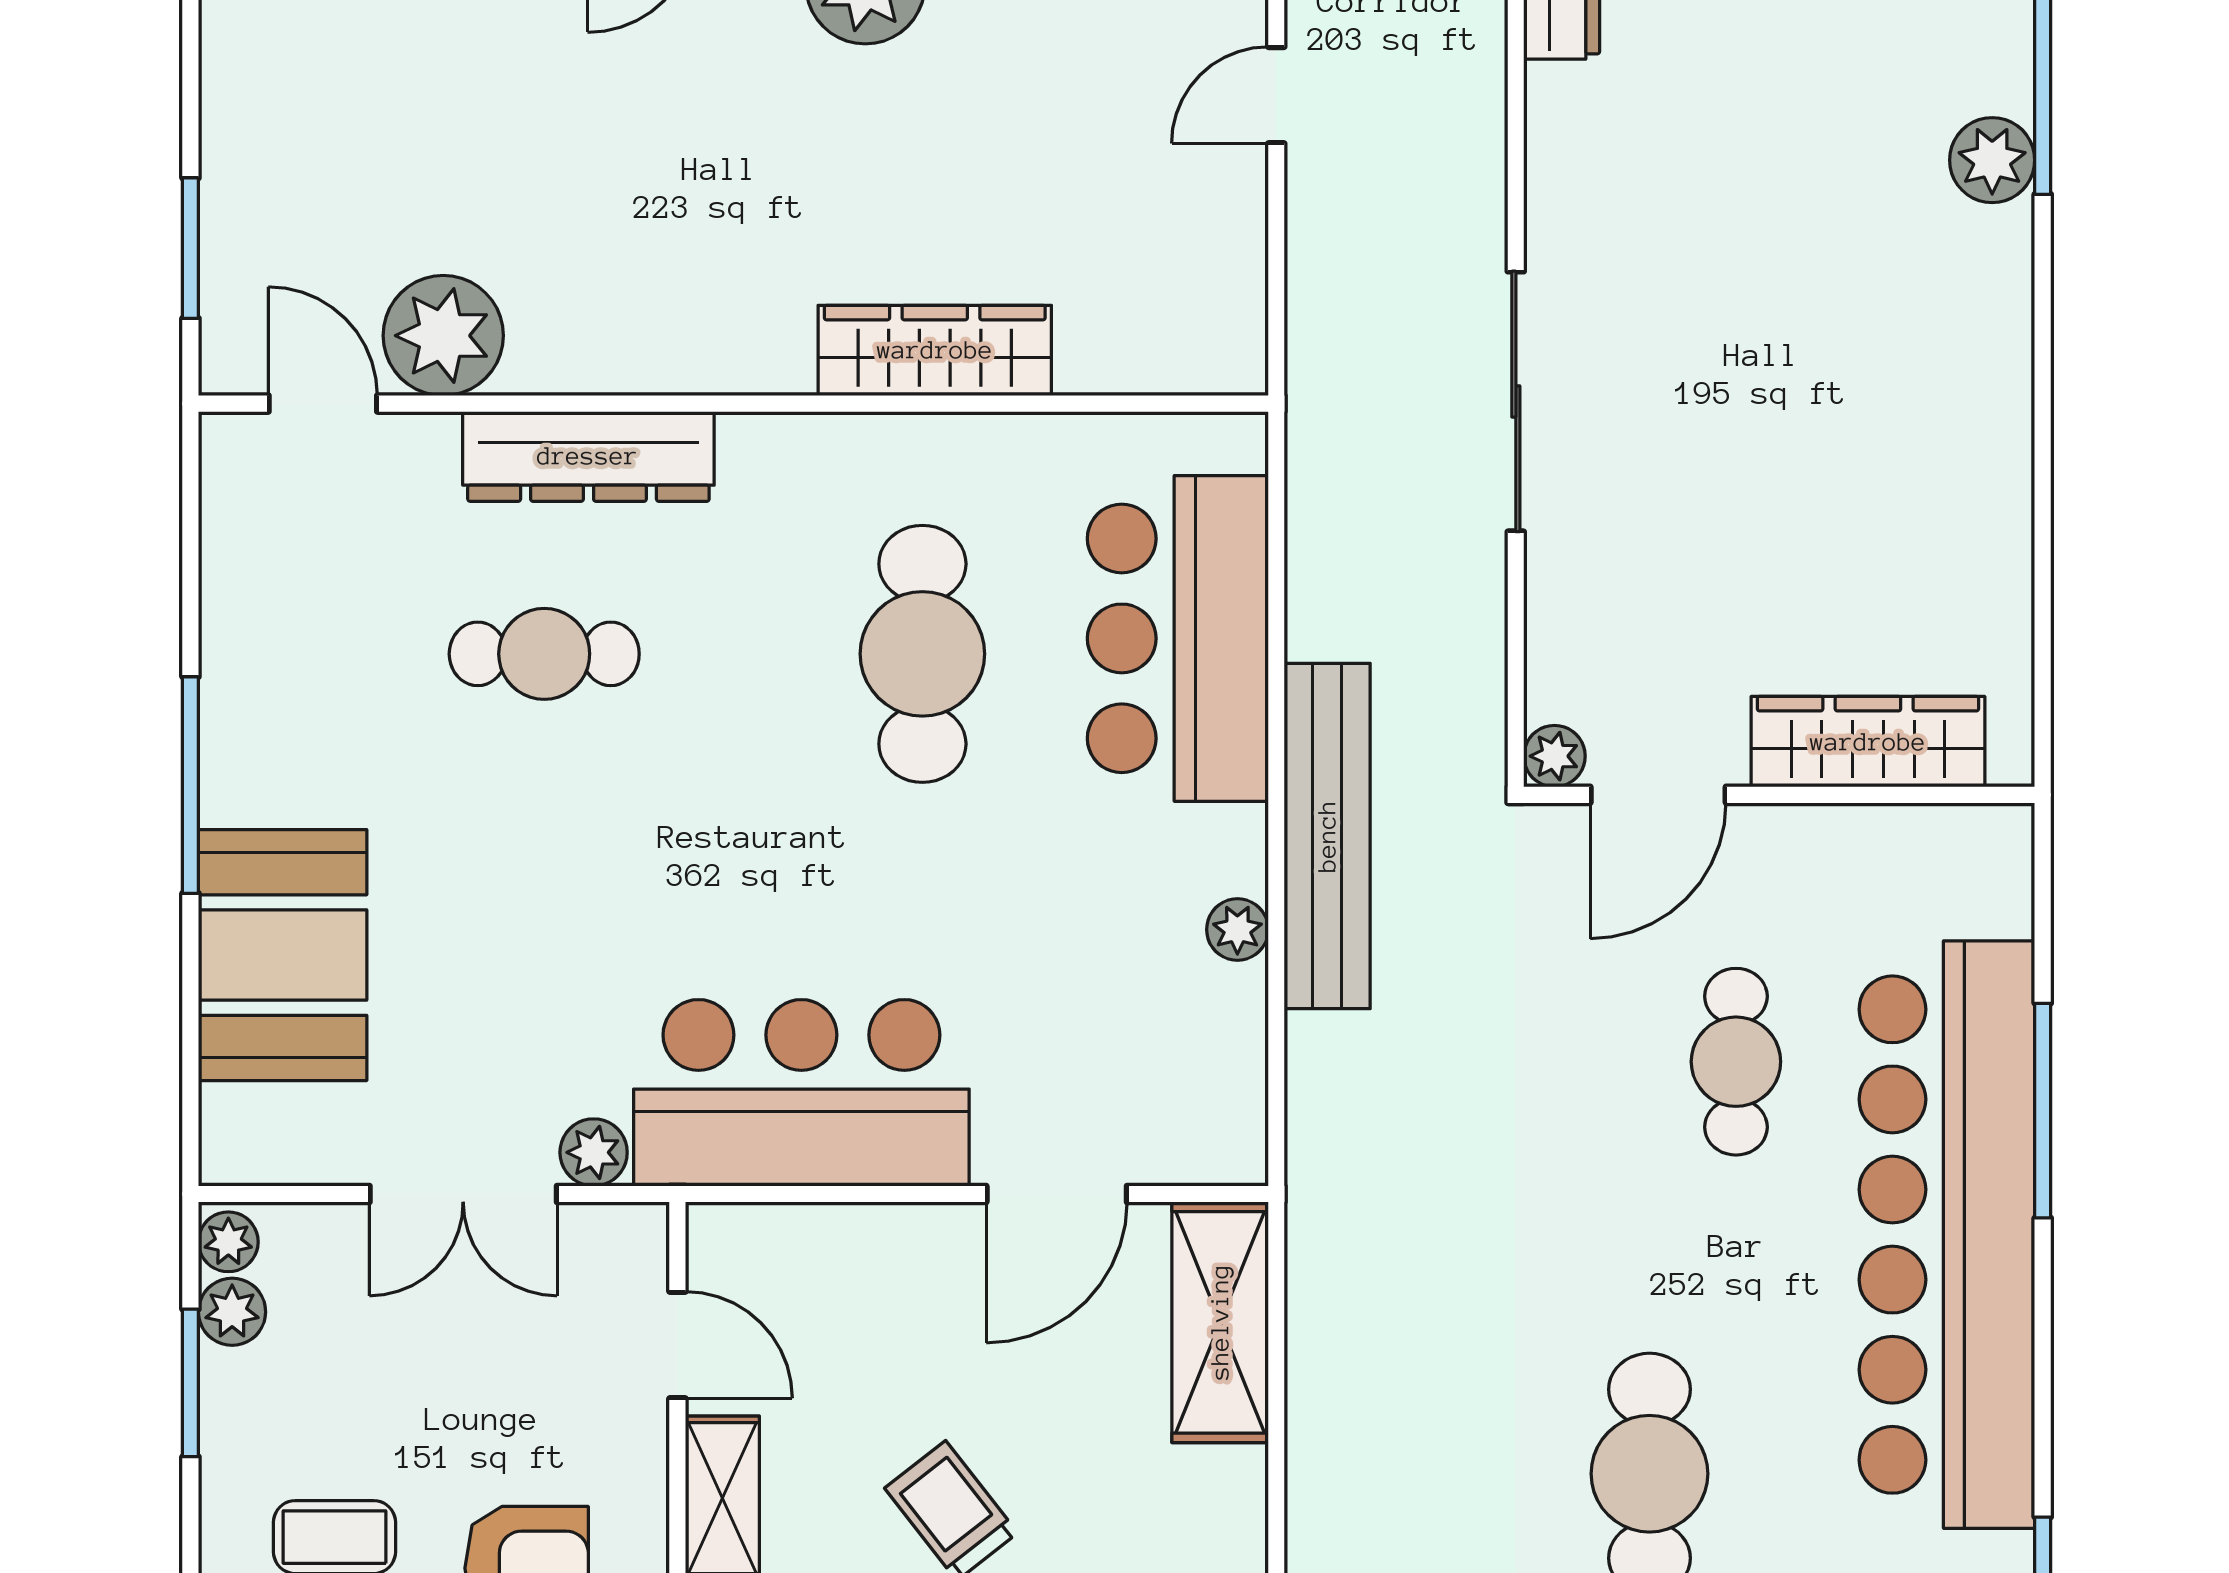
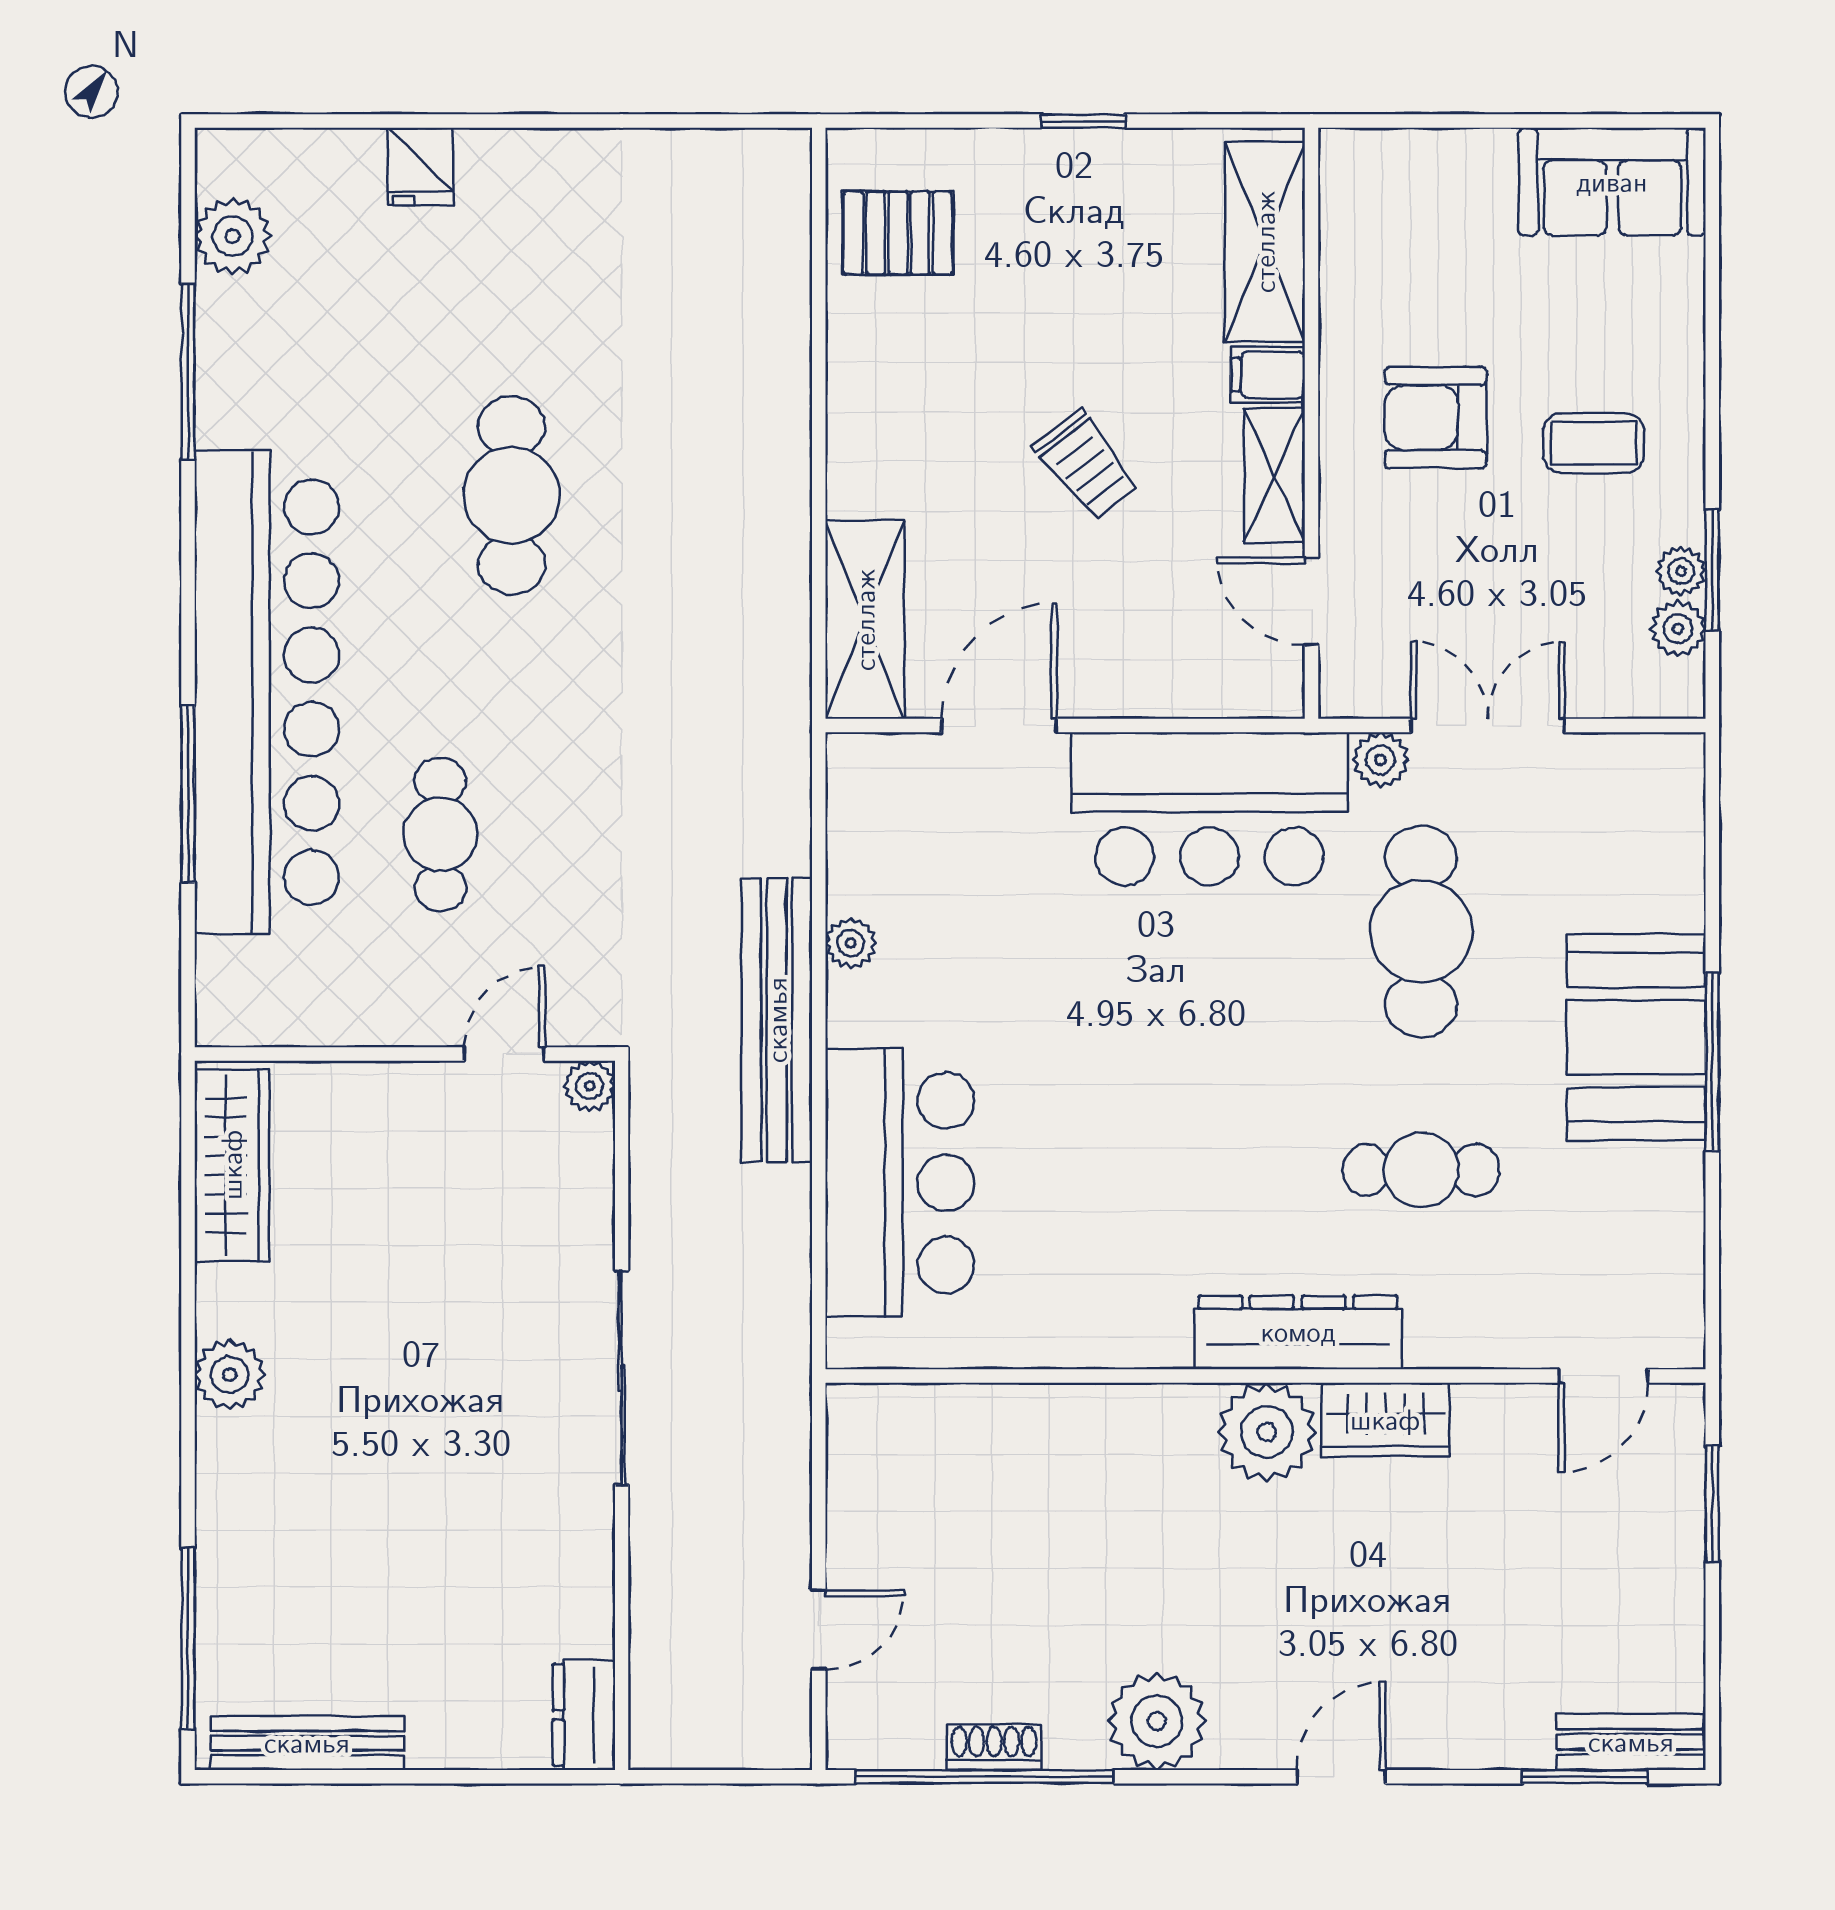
plant: (1992, 160) -> (230, 1375), moved
plant: (443, 336) -> (1267, 1432), moved
wardrobe: (935, 350) -> (1385, 1420), moved, width x0.67
door: (323, 404) -> (1603, 1376), hinge flipped
dresser: (588, 456) -> (1298, 1332), moved
cafe table: (922, 654) -> (1421, 931), moved
wardrobe: (1868, 742) -> (232, 1165), moved, turned -90
door: (1658, 795) -> (504, 1054), width x0.73
booth: (283, 955) -> (1636, 1037), moved
plant: (228, 1242) -> (1681, 571), moved

